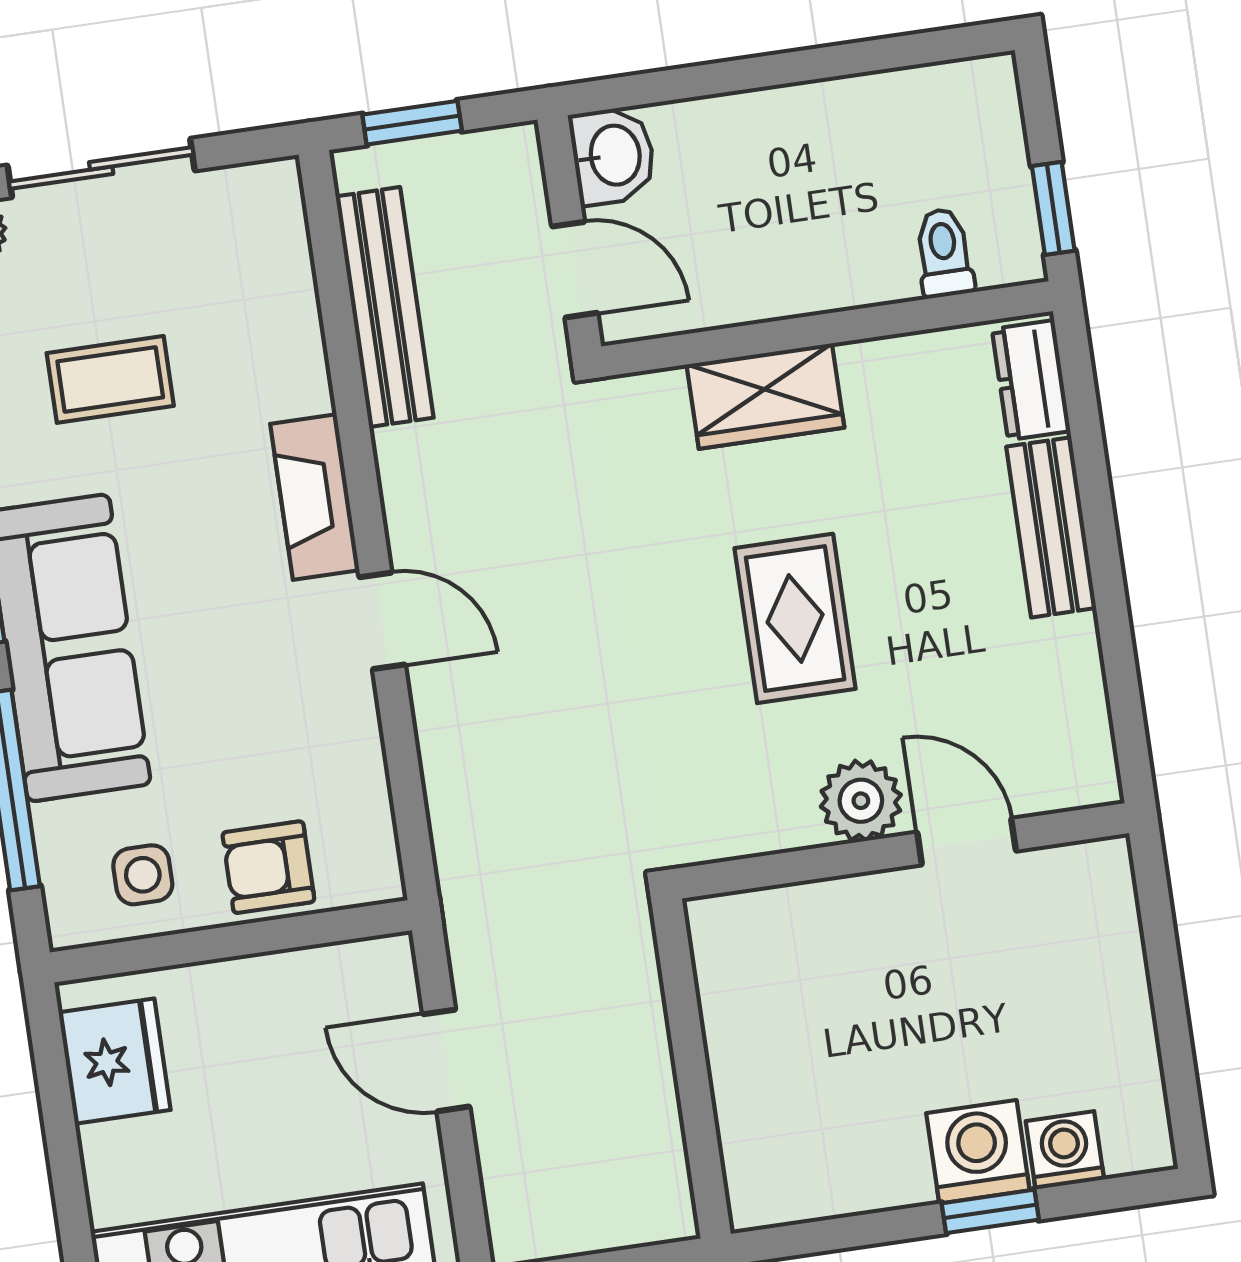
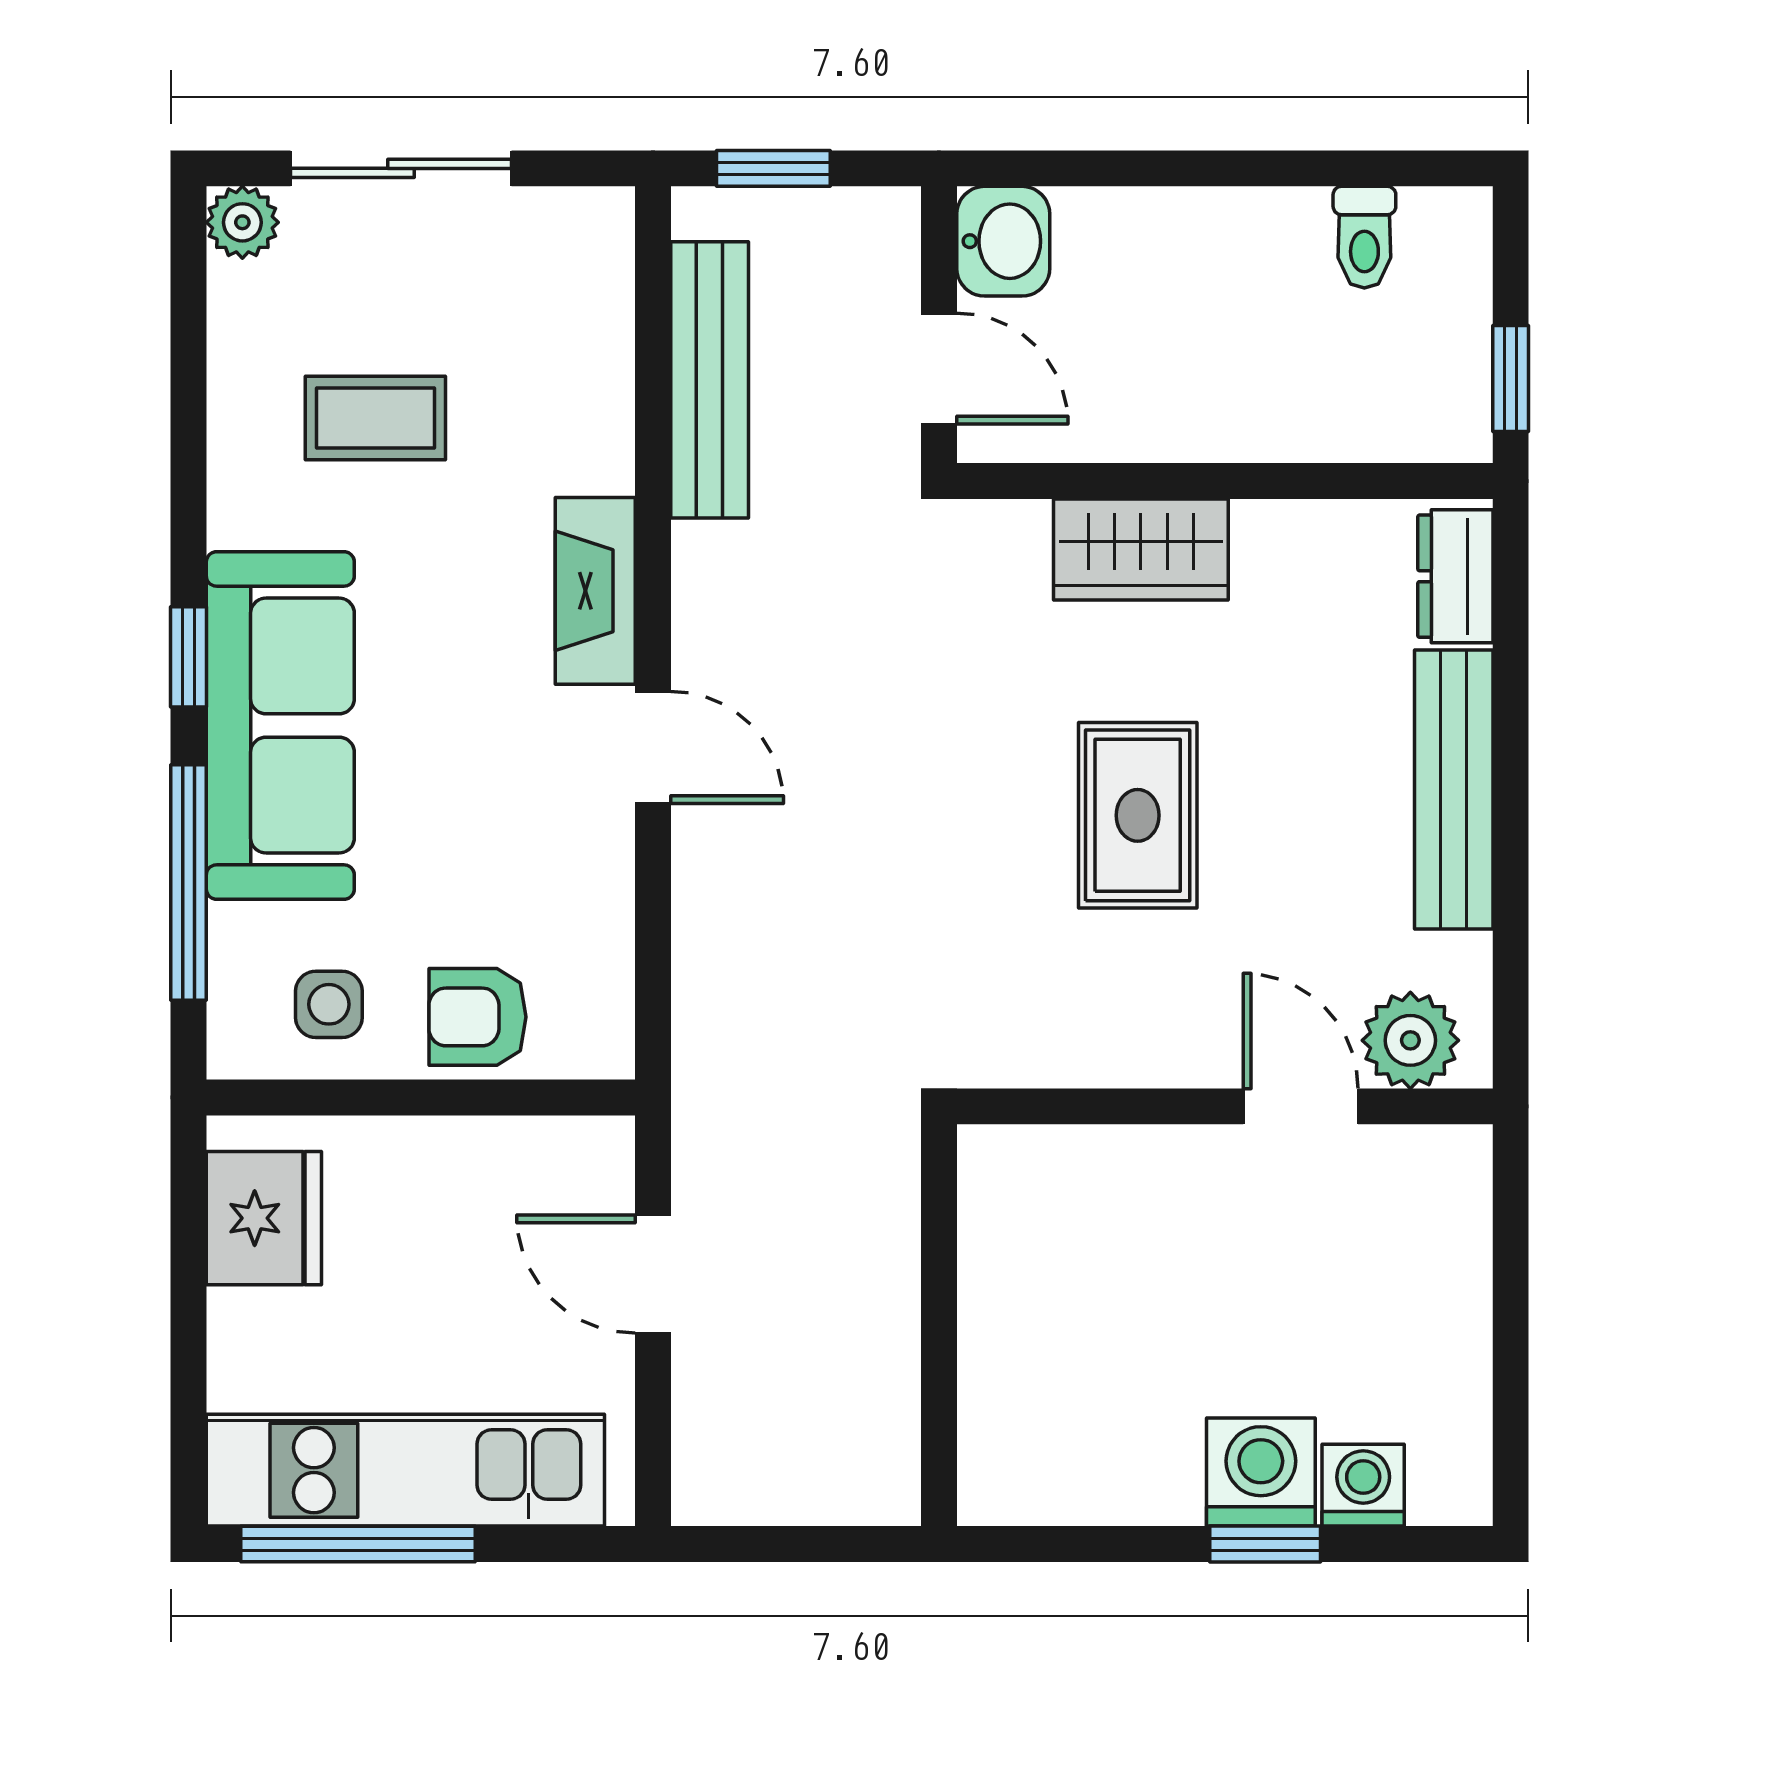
toilet: (944, 253) -> (1364, 237), moved, turned 180
bench: (1051, 527) -> (1454, 789), width x1.36
plant: (861, 801) -> (1410, 1040), moved

